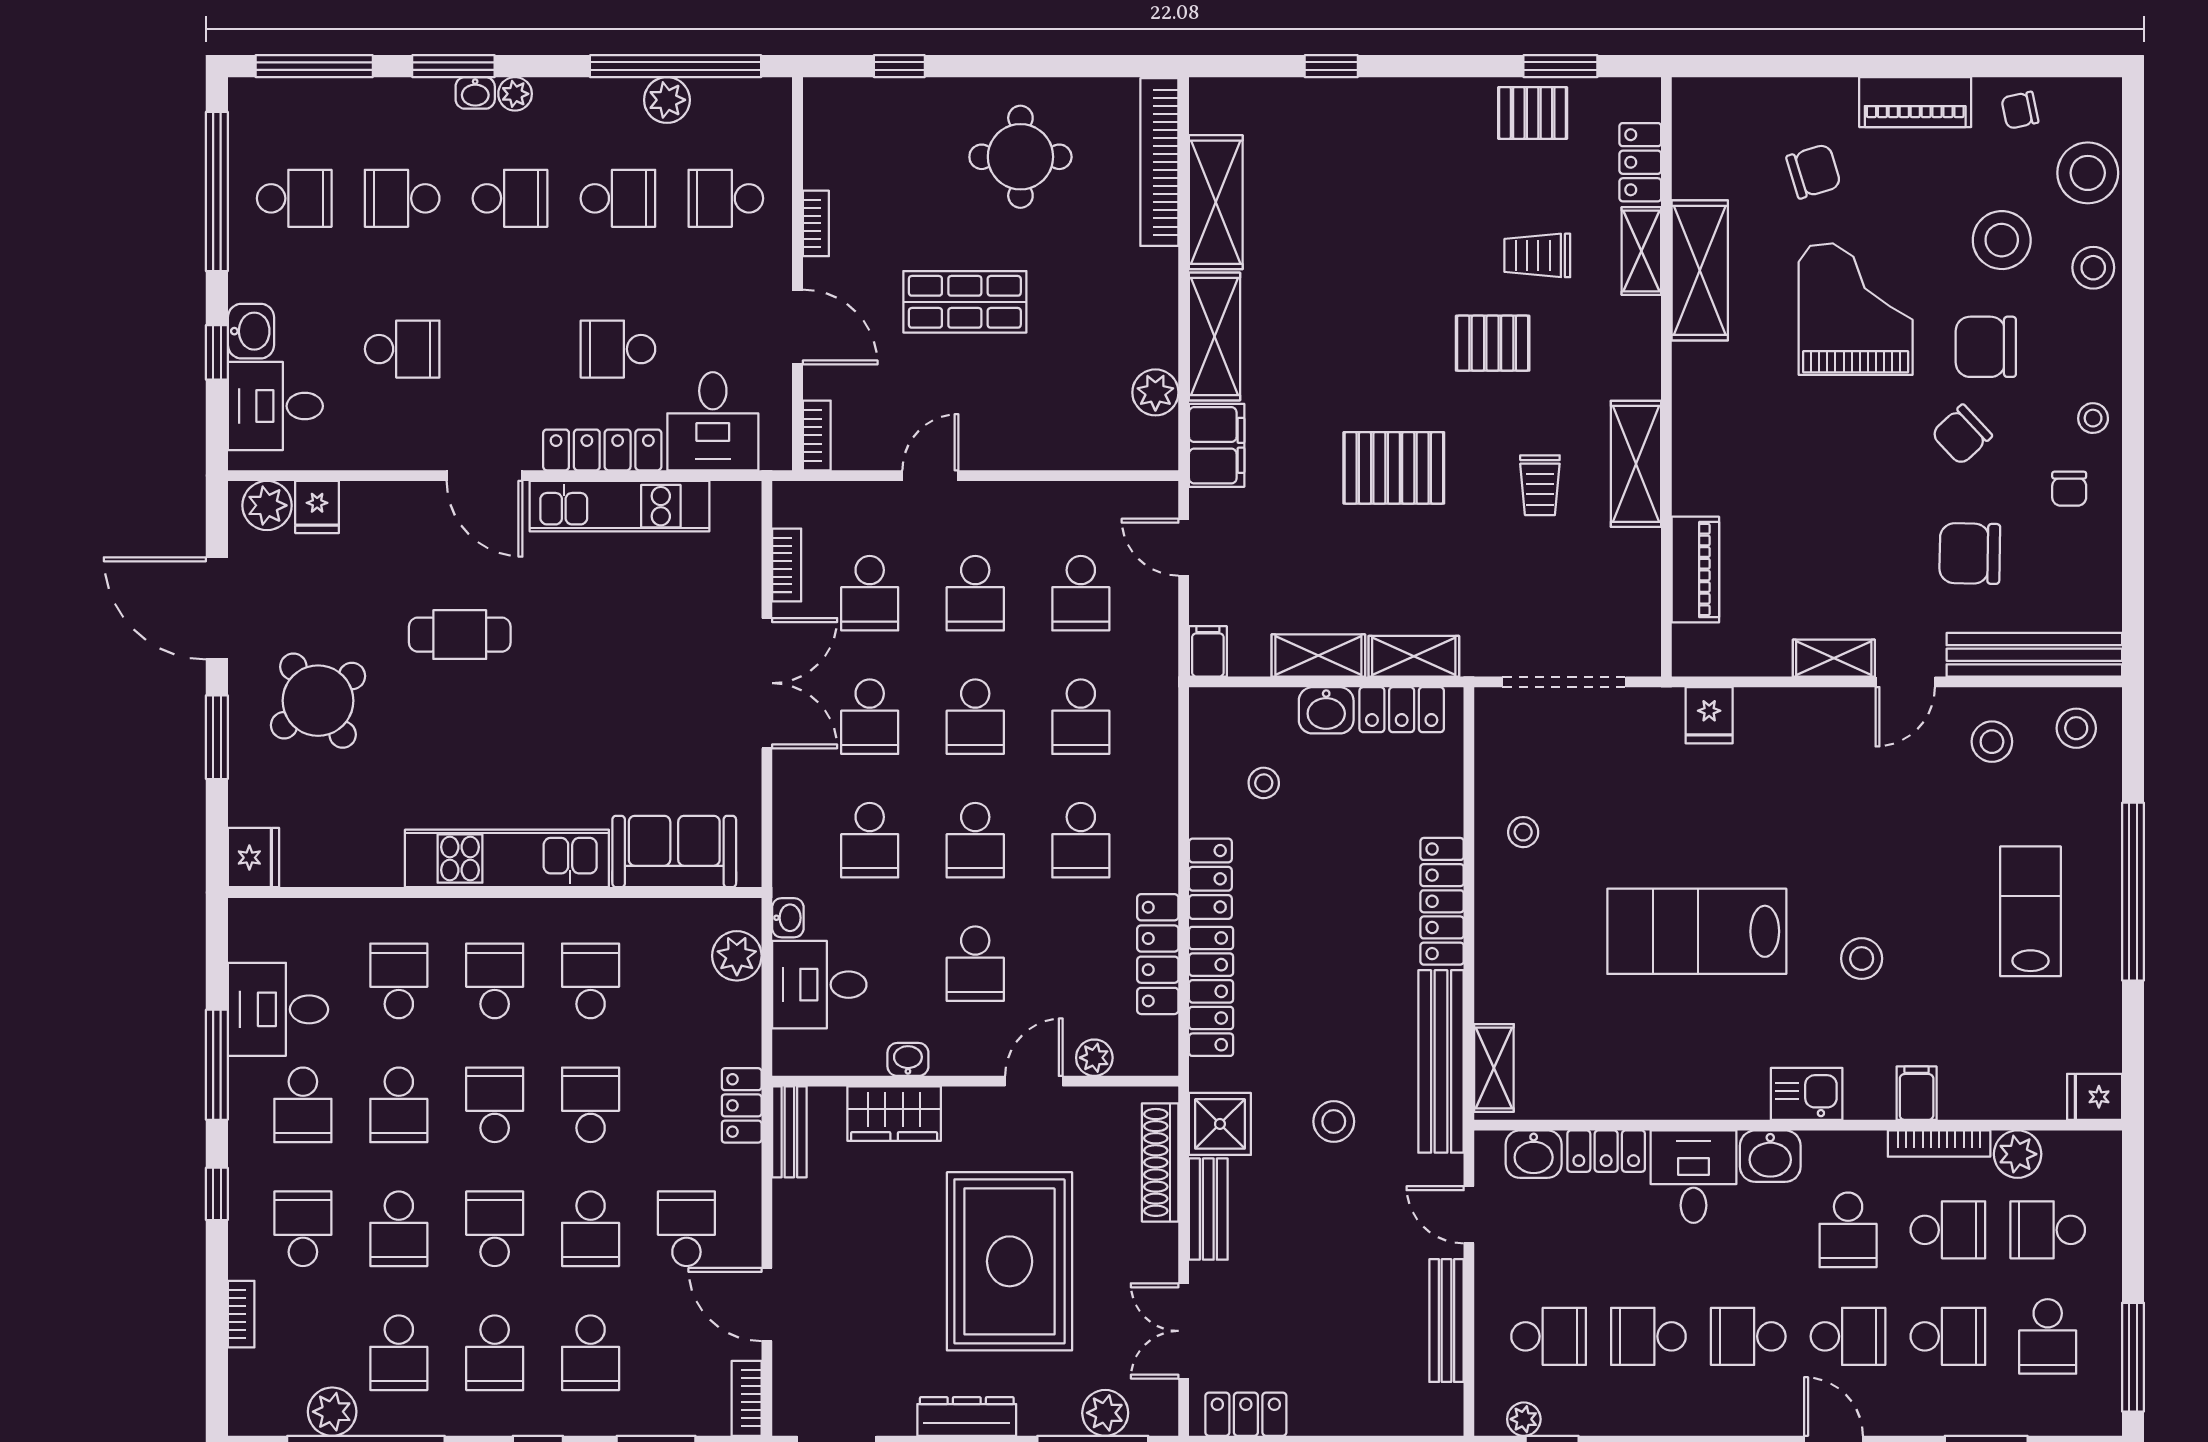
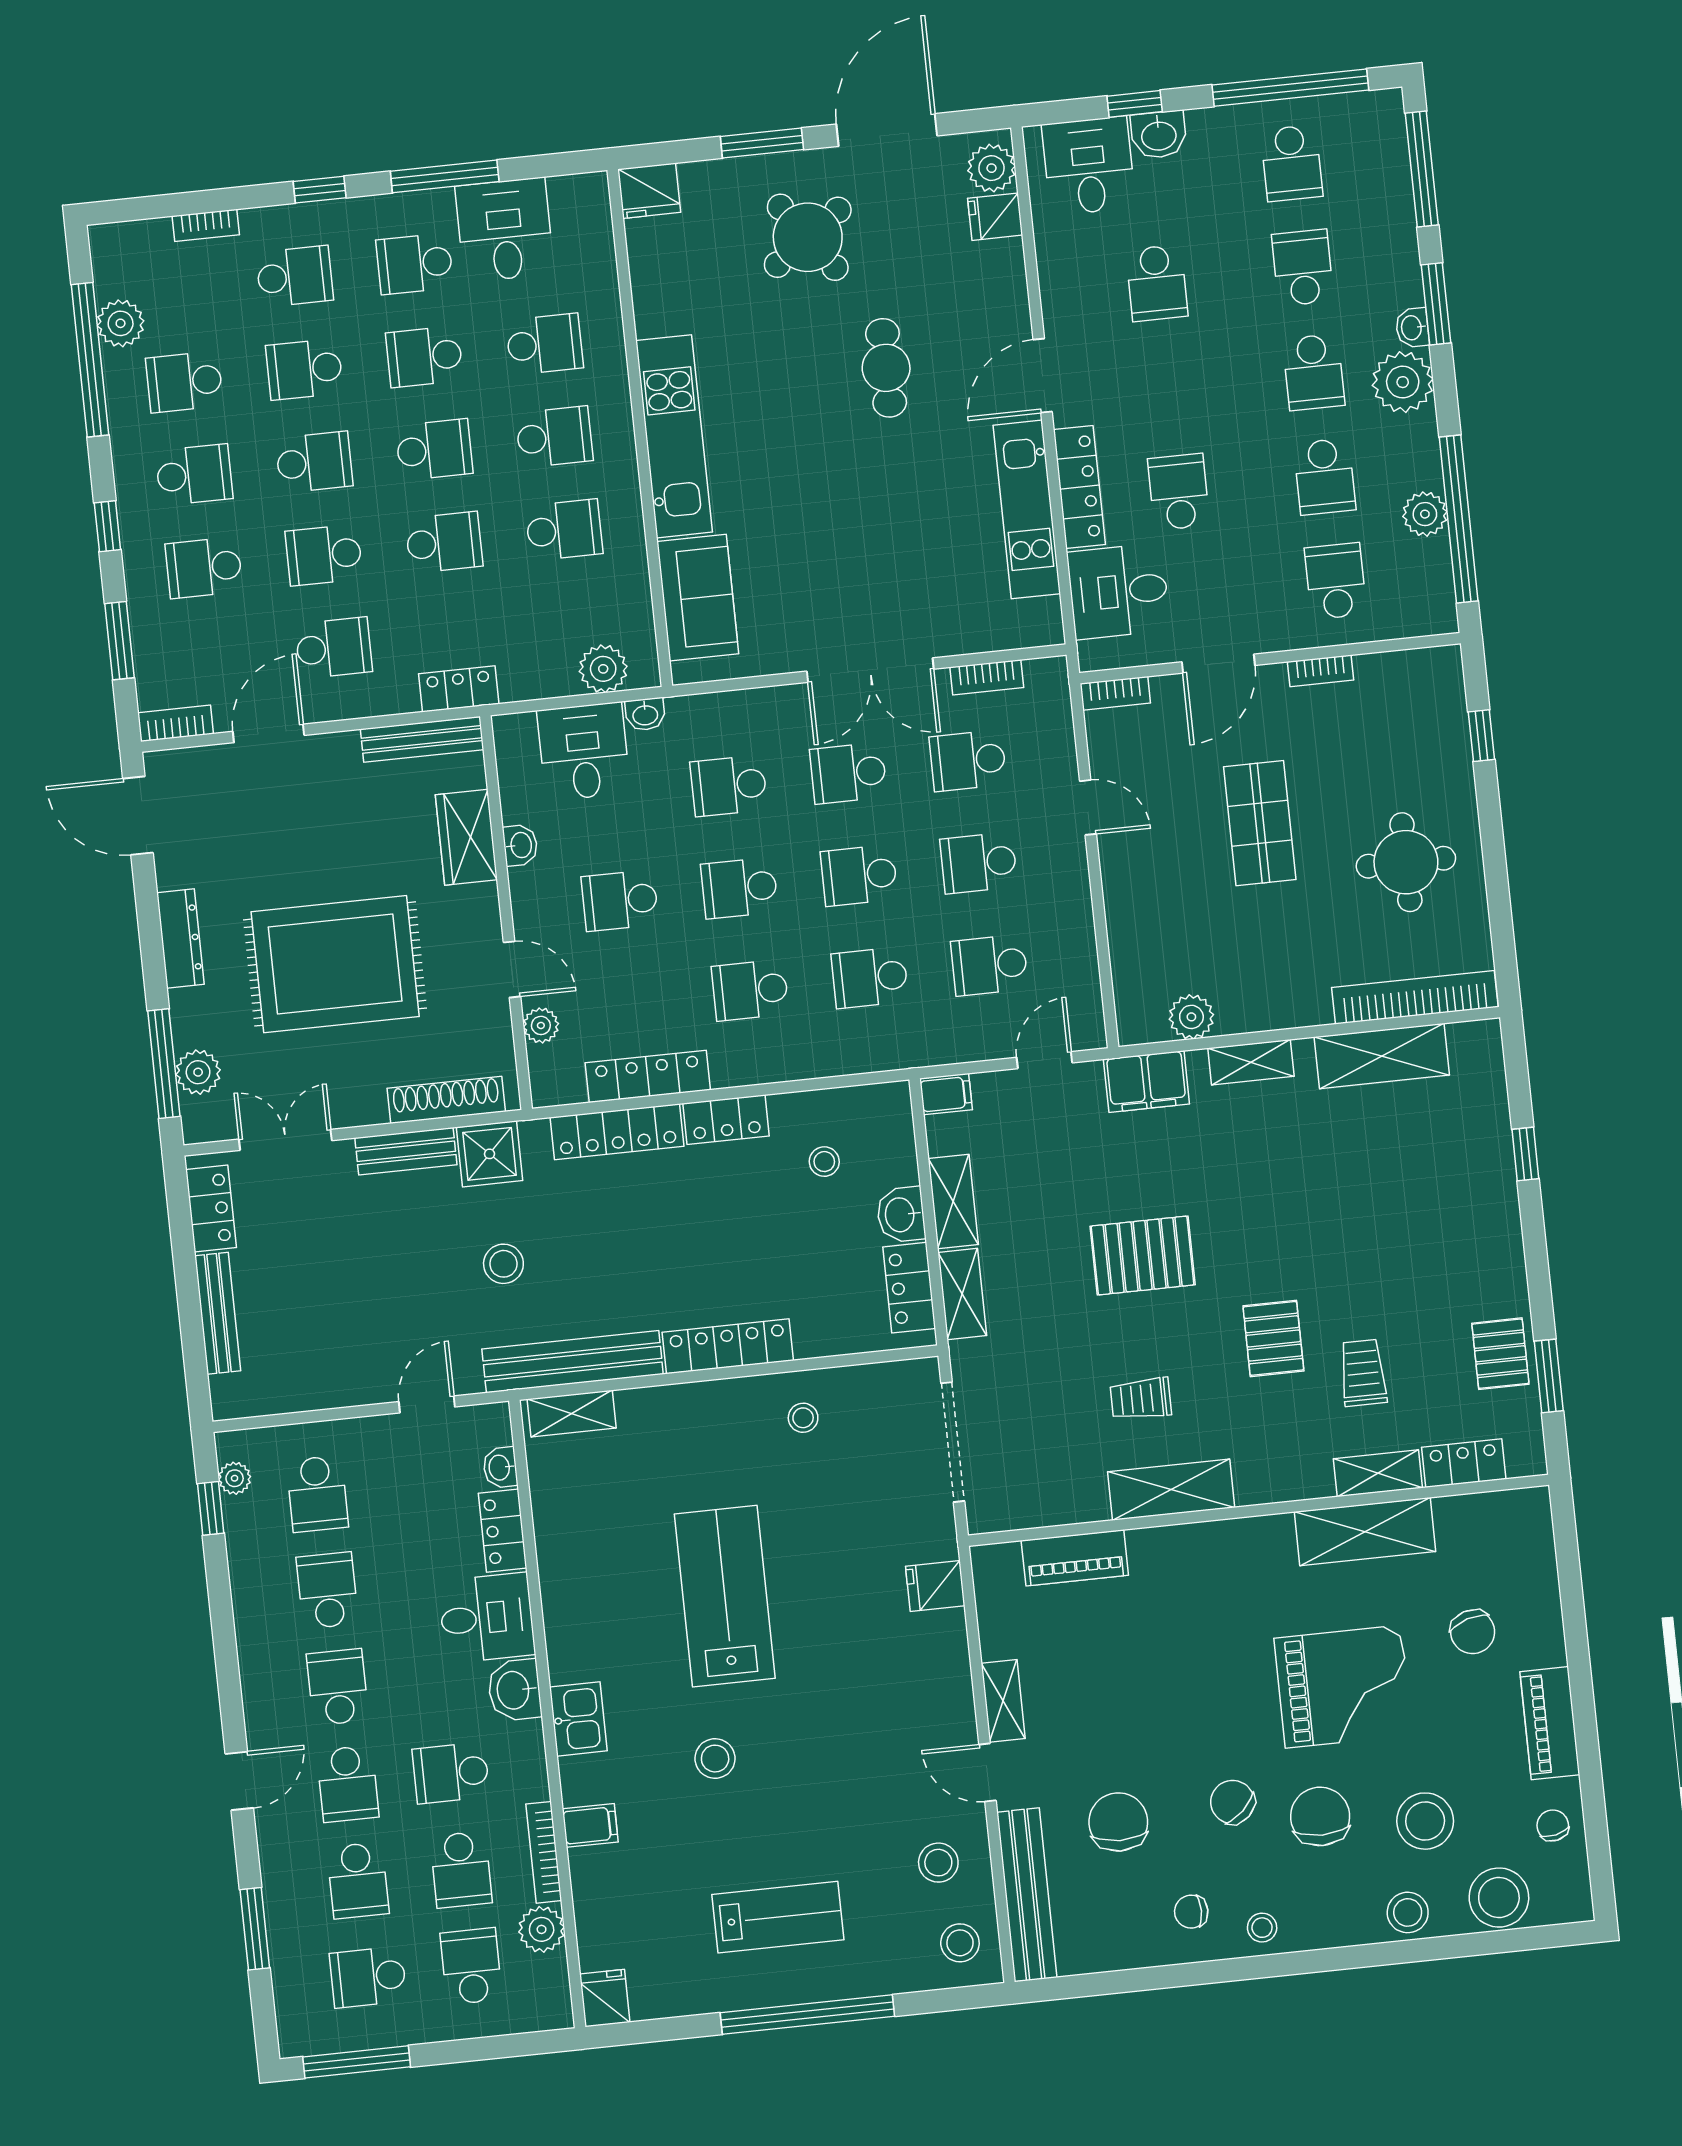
plant: (515, 94) -> (1403, 382), width x1.88, depth x1.88
shelving: (1215, 336) -> (1251, 1062), width x0.67, depth x0.75
pallet: (1394, 468) -> (1143, 1255), turned 90
bench: (789, 1132) -> (422, 739), width x1.36
washbasin: (1534, 1154) -> (500, 1467), width x0.72, depth x0.69
bench: (1447, 1321) -> (218, 1313), moved, turned 90
school desk: (495, 1353) -> (194, 475), turned 180

